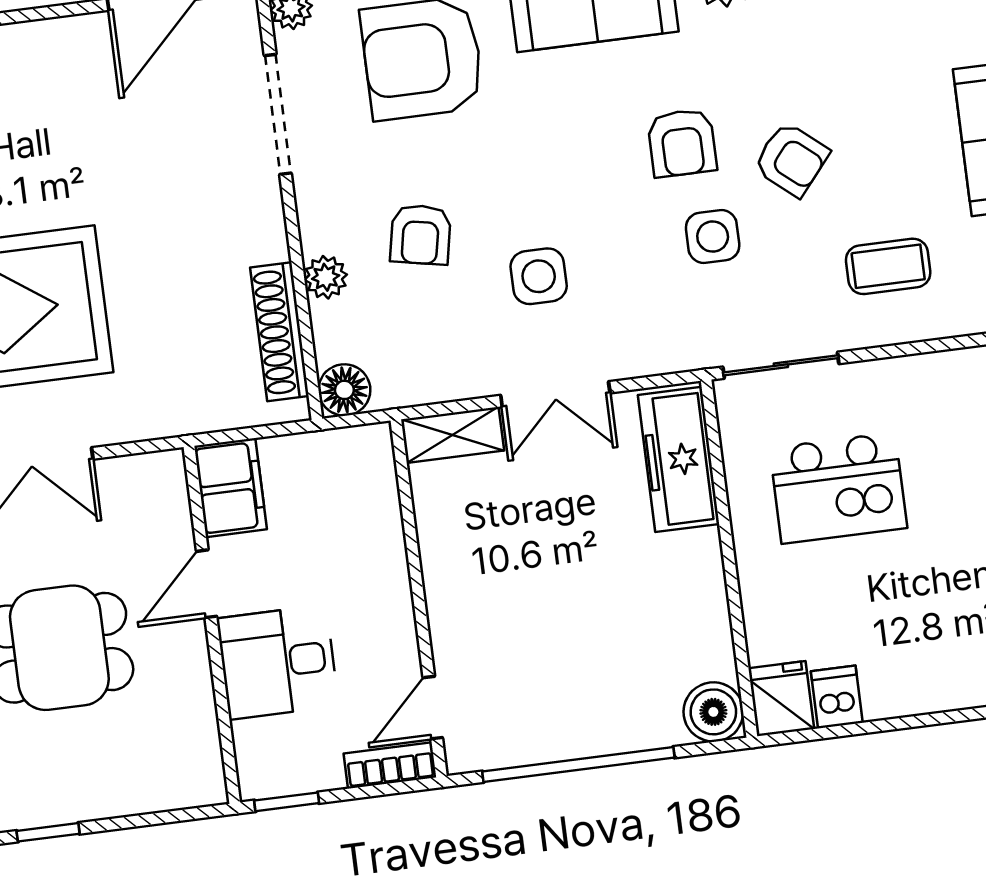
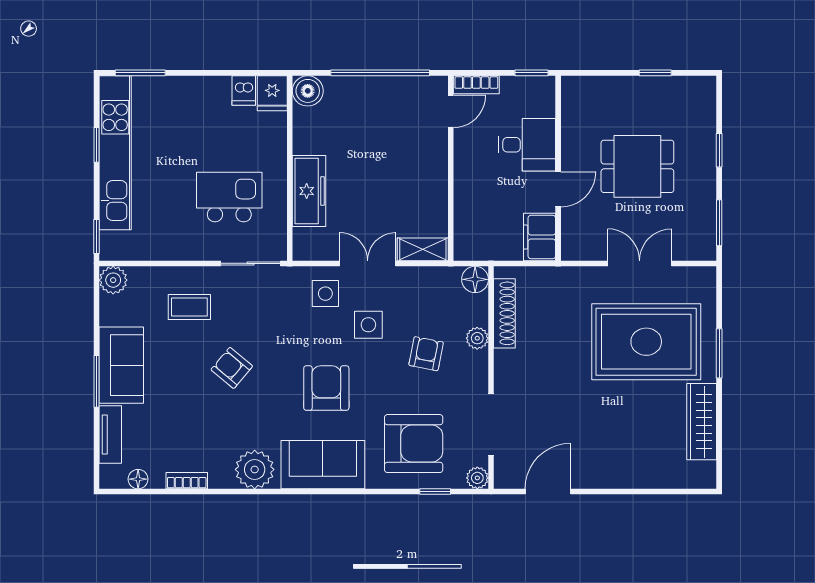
armchair: (682, 143) -> (326, 388), moved, width x1.38, depth x1.38
side table: (713, 237) -> (325, 294), moved
freezer: (679, 459) -> (309, 191), moved

